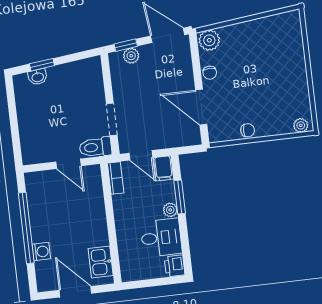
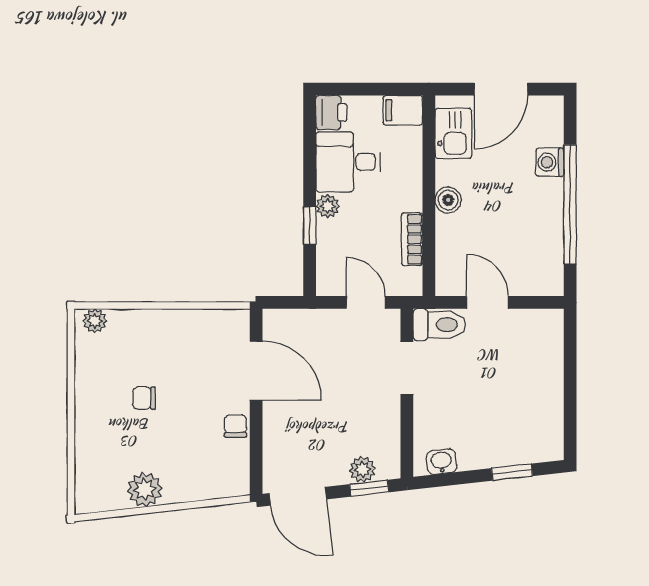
plant: (209, 40) -> (145, 490), moved
washbasin: (38, 77) -> (441, 462), moved
chair: (248, 130) -> (144, 398), moved
filing cabinet: (164, 168) -> (403, 110), moved, turned -90
bookcase: (116, 178) -> (412, 239), moved
window: (180, 197) -> (310, 226), width x0.67
boiler: (99, 222) -> (448, 200), added
door: (75, 292) -> (501, 89), hinge flipped

